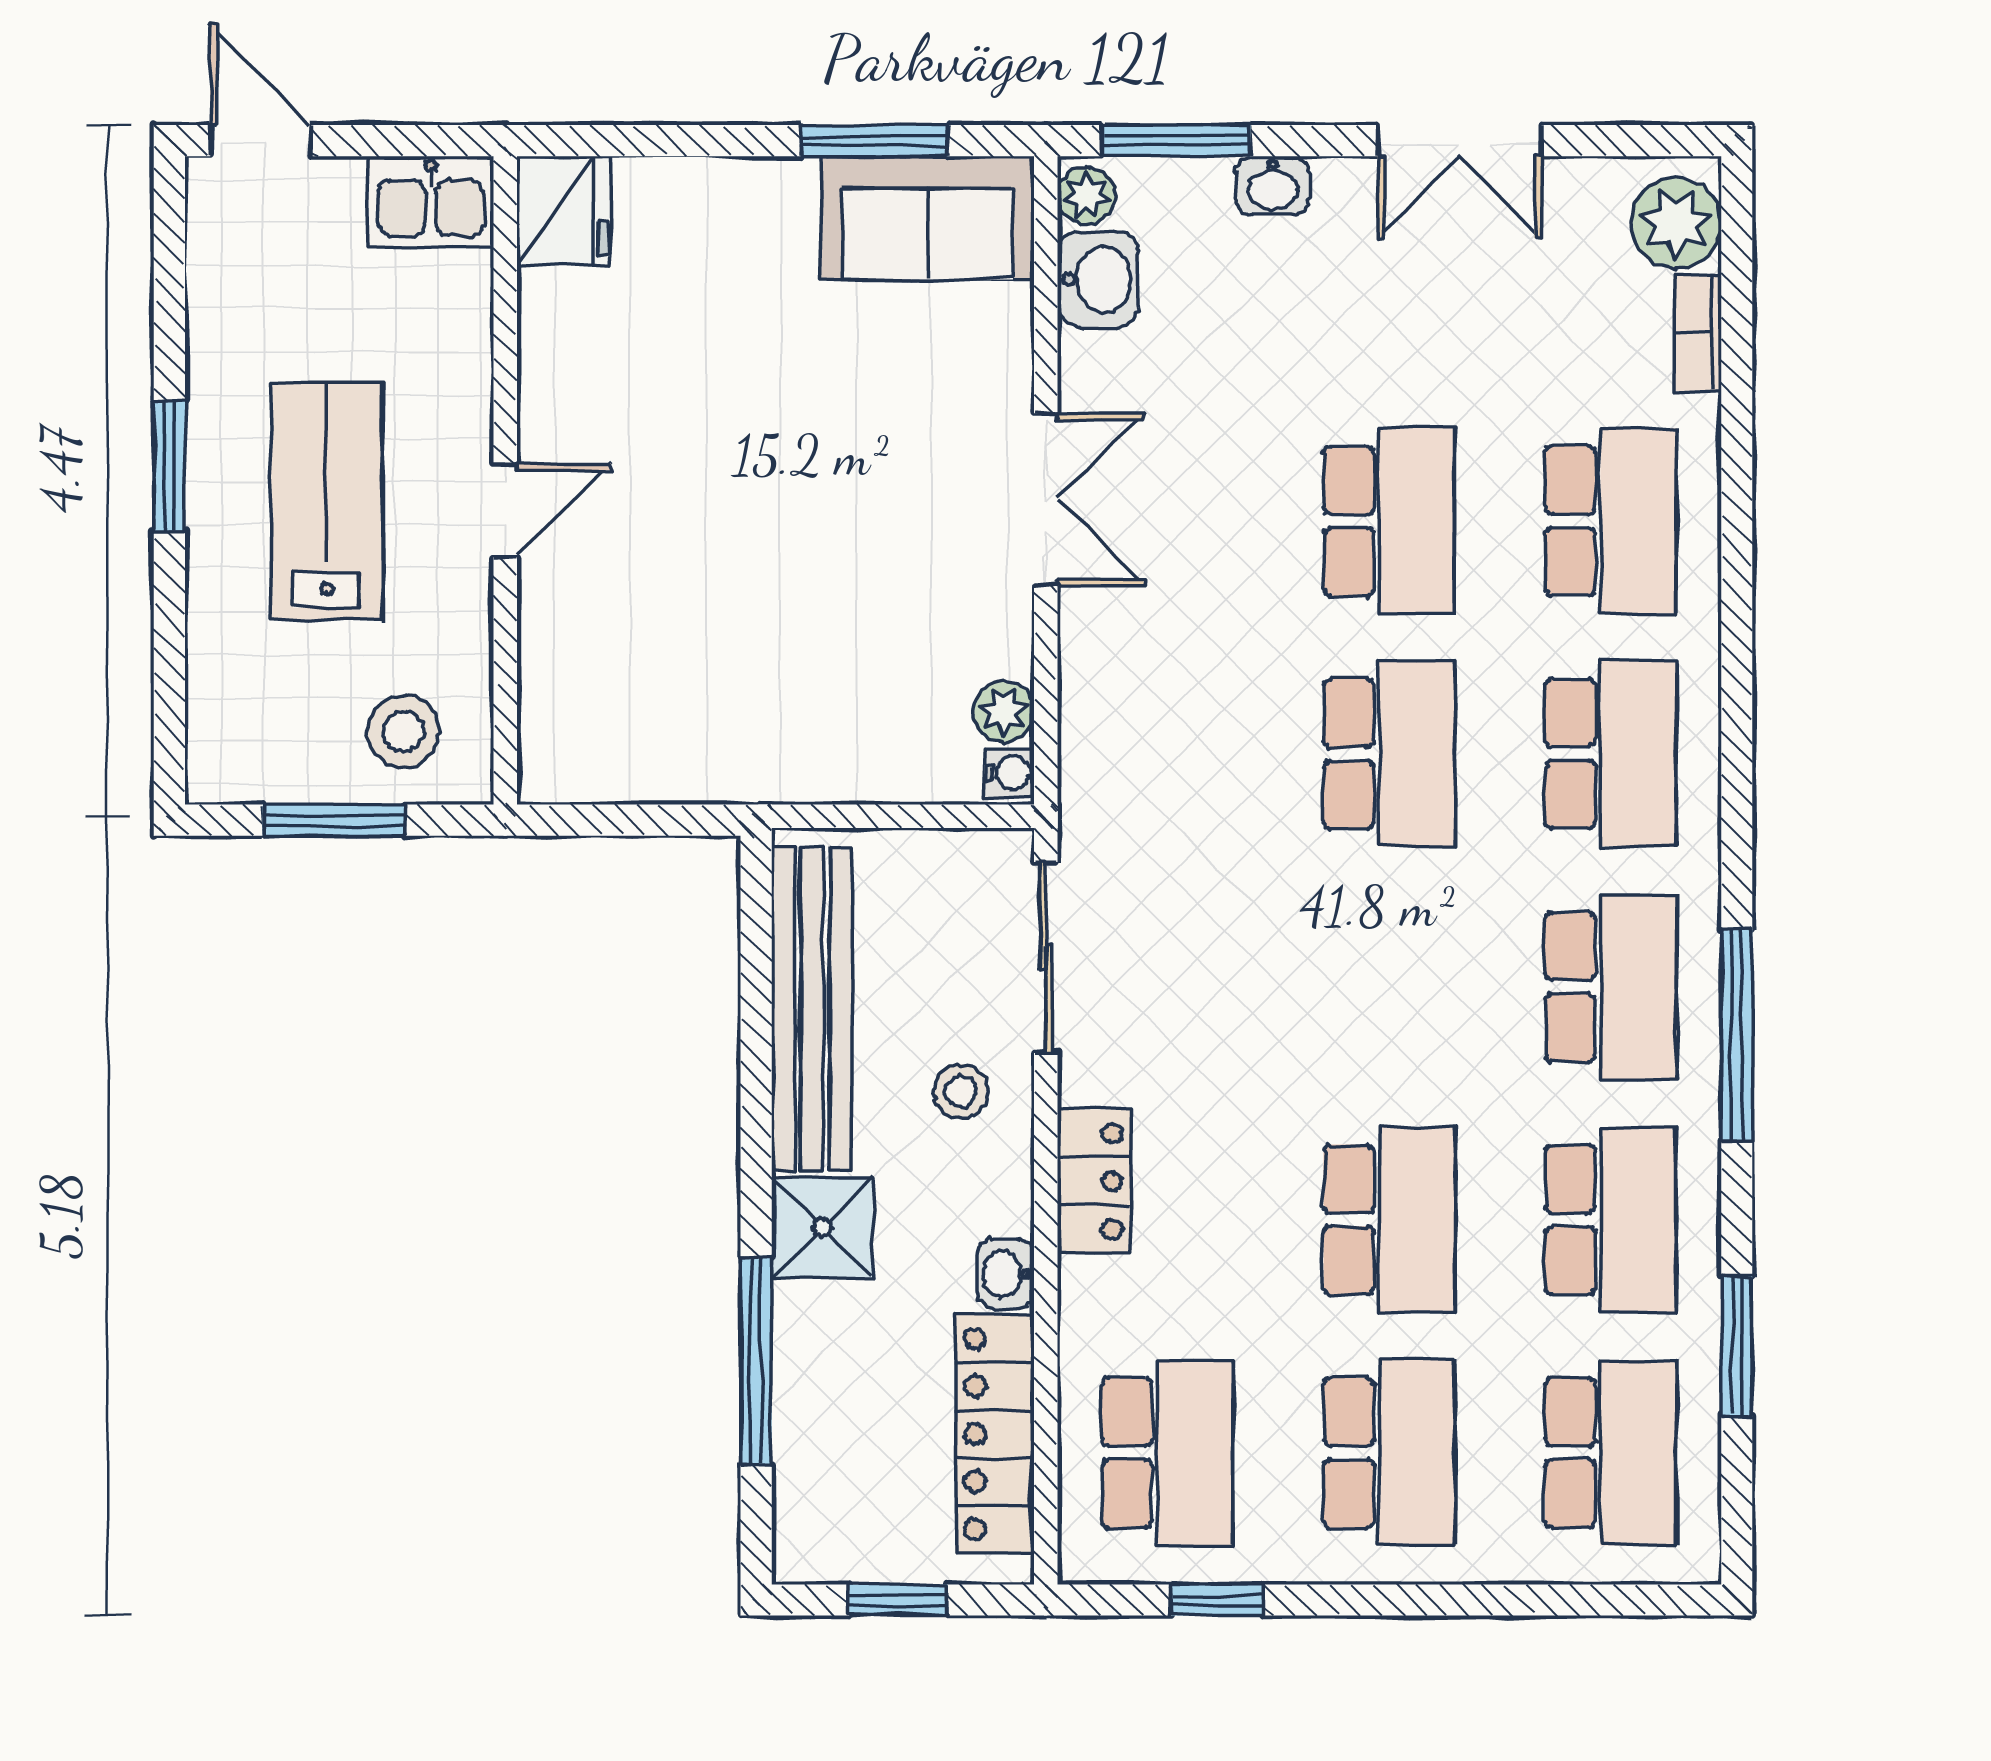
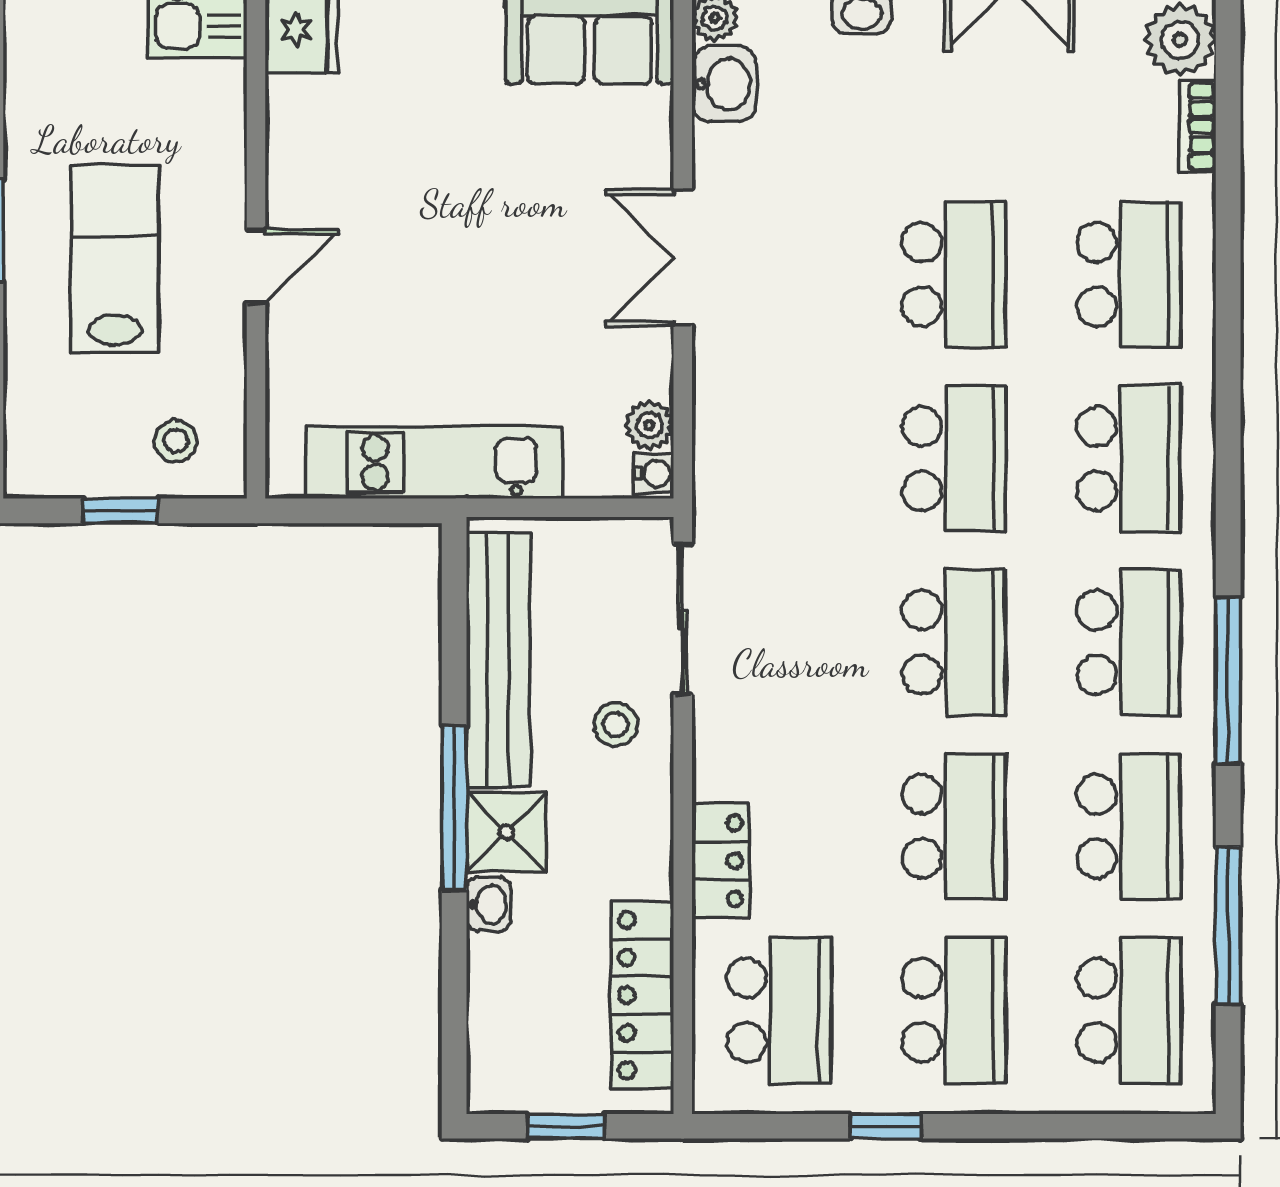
double door: (1046, 499) -> (683, 258), swing flipped
stool: (404, 732) -> (176, 441), width x0.73, depth x0.73
kitchen unit: (731, 759) -> (434, 463), added
window: (334, 820) -> (121, 511), width x0.67
school desk: (1389, 987) -> (954, 642), added
locker: (1094, 1182) -> (721, 861), moved
washbasin: (1006, 1274) -> (489, 904), moved, turned 180
window: (1737, 1346) -> (1228, 926), width x1.44
window: (756, 1361) -> (454, 808), moved
window: (1217, 1600) -> (885, 1126), moved

